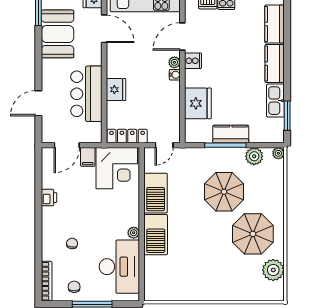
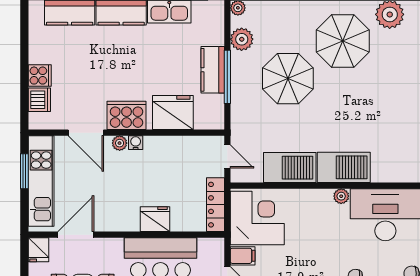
cooker: (193, 61) -> (127, 115), width x1.87, depth x1.31

